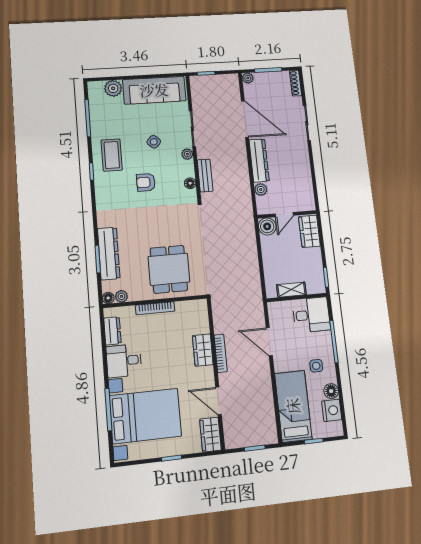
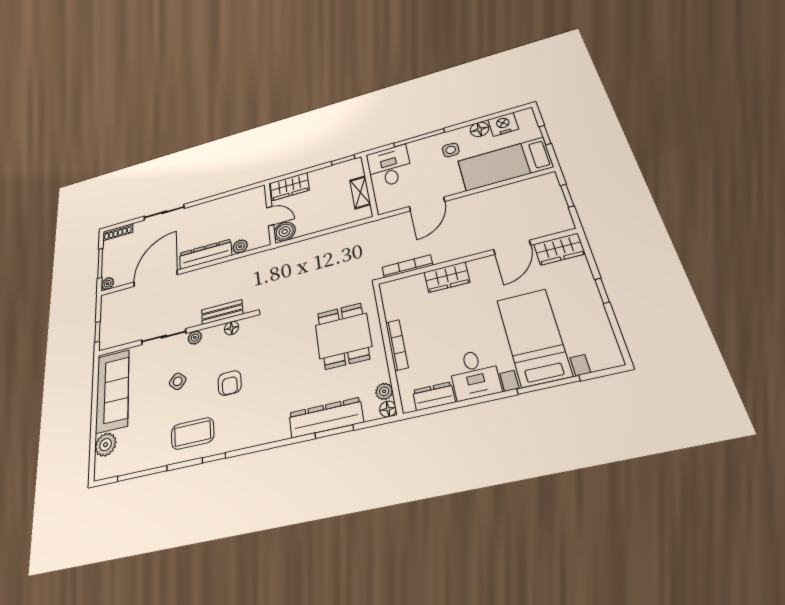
dining table: (169, 269) -> (343, 336), turned 90
bookcase: (221, 353) -> (407, 266), moved
bed with nightstands: (145, 416) -> (534, 337), width x0.73

